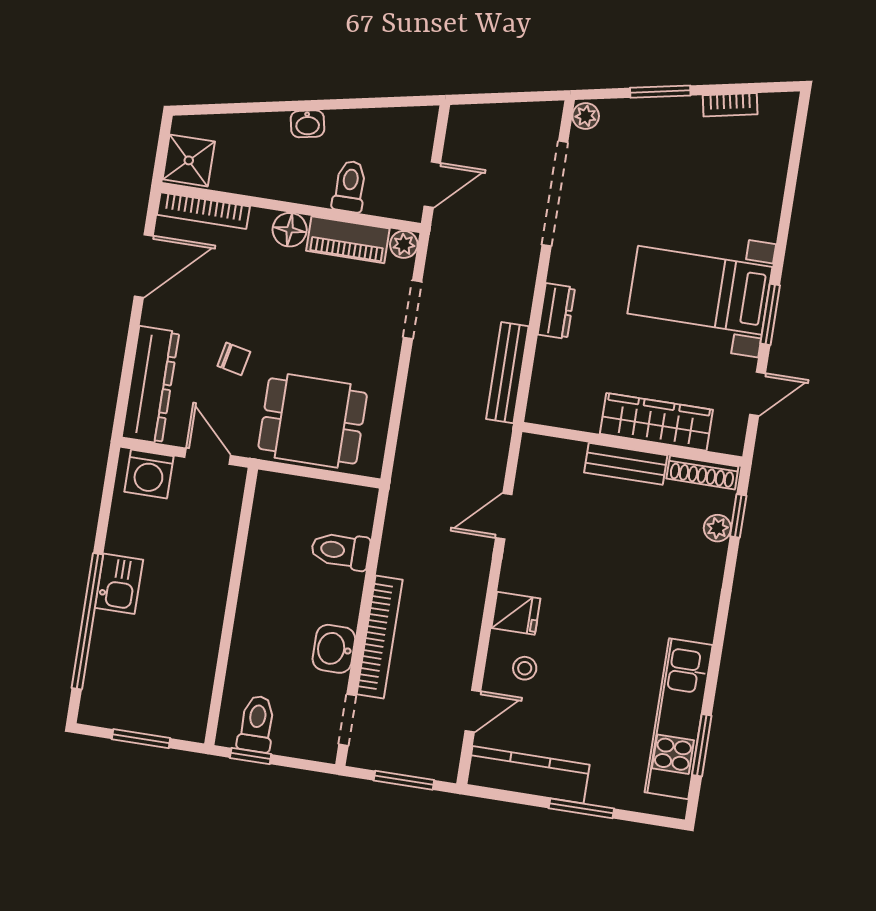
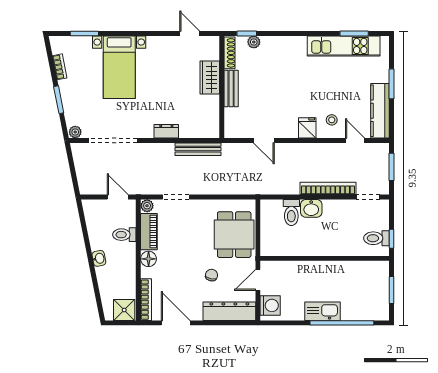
bed with nightstands: (700, 290) -> (119, 67), moved
window: (770, 314) -> (84, 33), moved
wardrobe: (656, 422) -> (210, 78), width x0.67
kitchen sink: (119, 584) -> (322, 311), width x1.38
washbasin: (334, 649) -> (311, 208), moved

